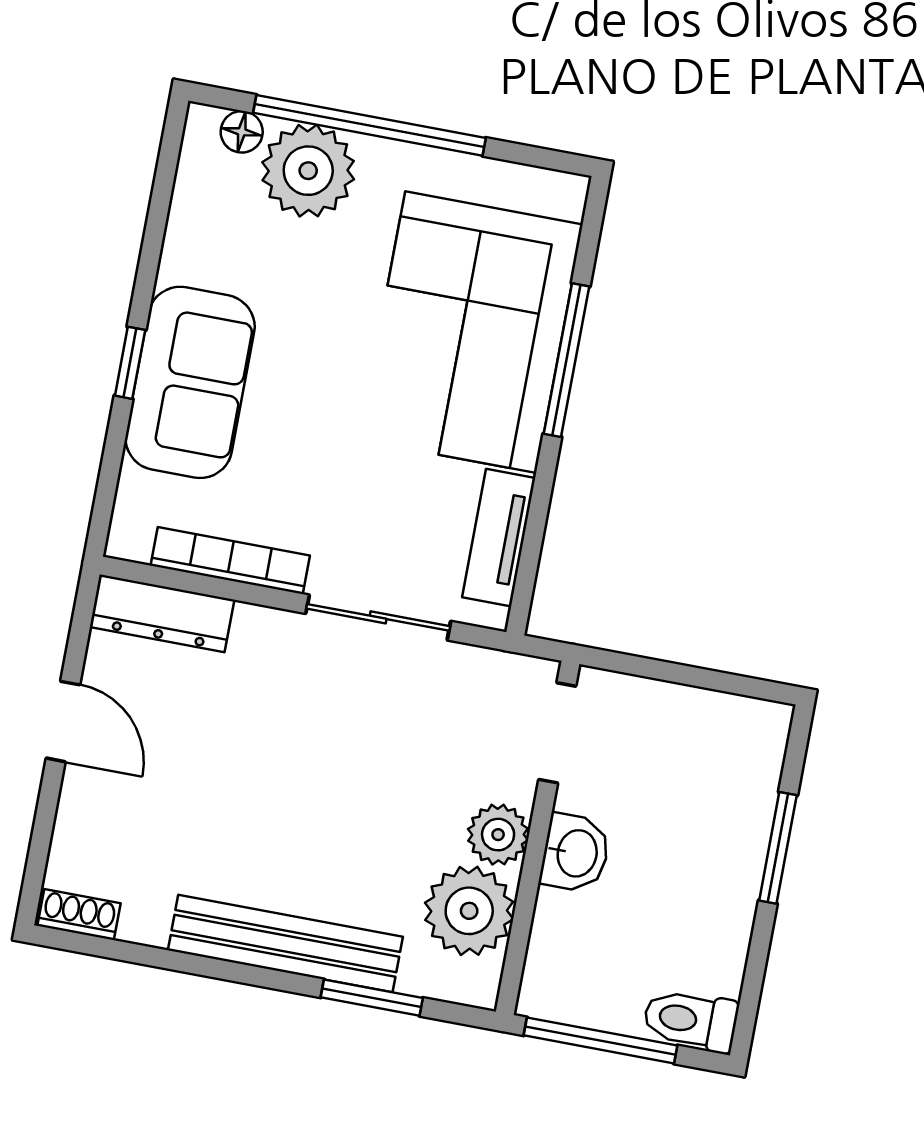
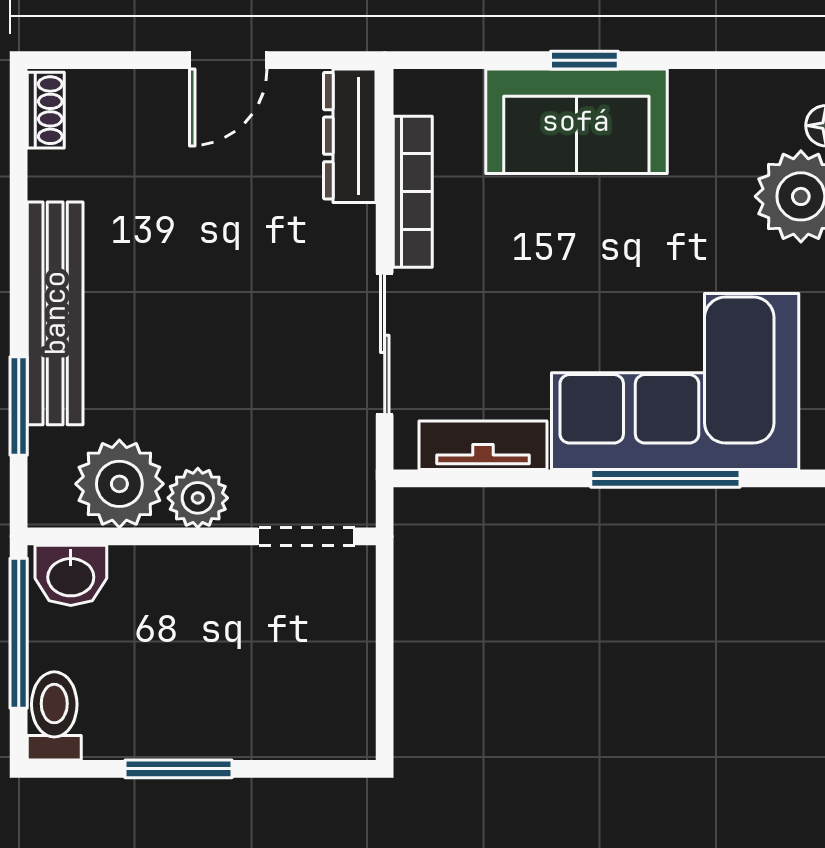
window: (778, 848) -> (178, 769), moved
washbasin: (575, 853) -> (71, 575), moved

